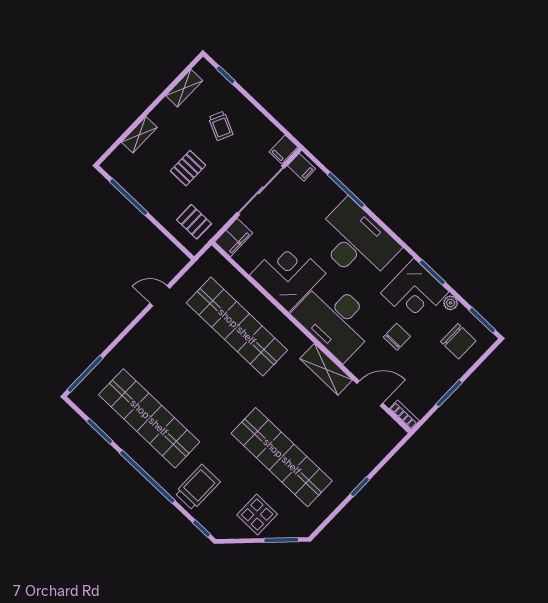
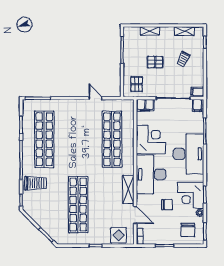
display table: (257, 514) -> (119, 235), moved

